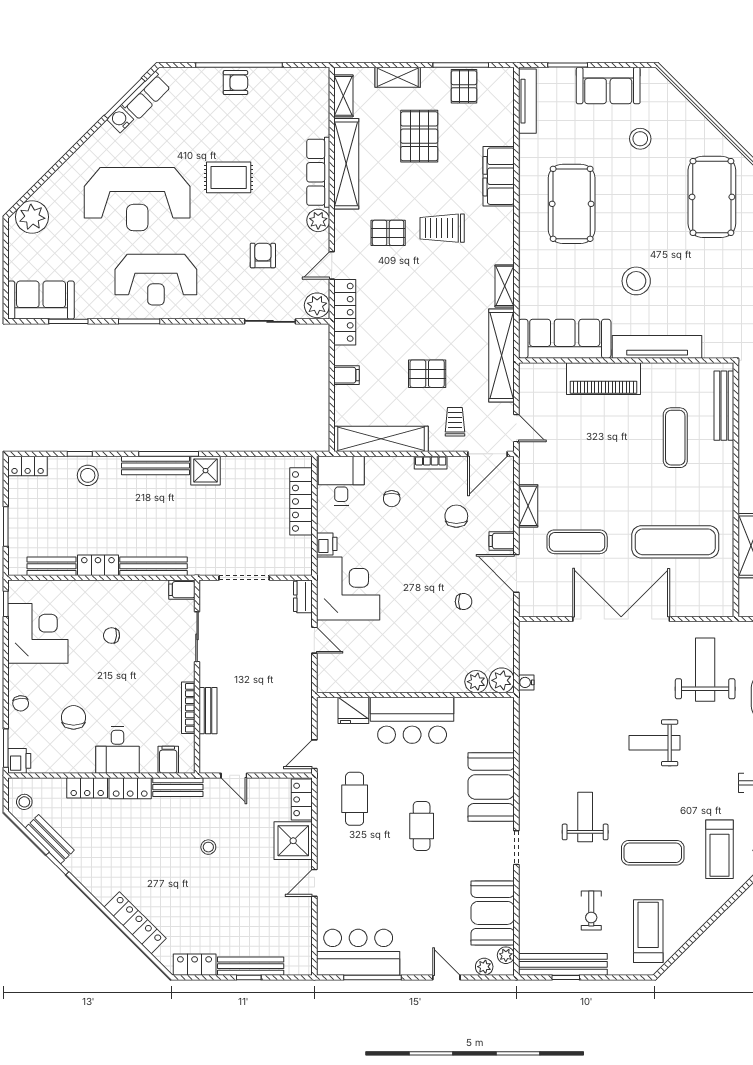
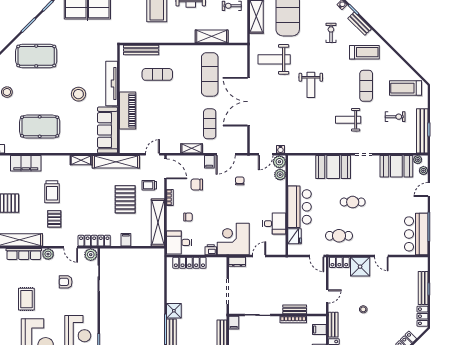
pallet: (427, 374) -> (125, 199), width x1.50, depth x1.42
door: (516, 653) -> (266, 154), added
desk: (379, 670) -> (274, 224), added

